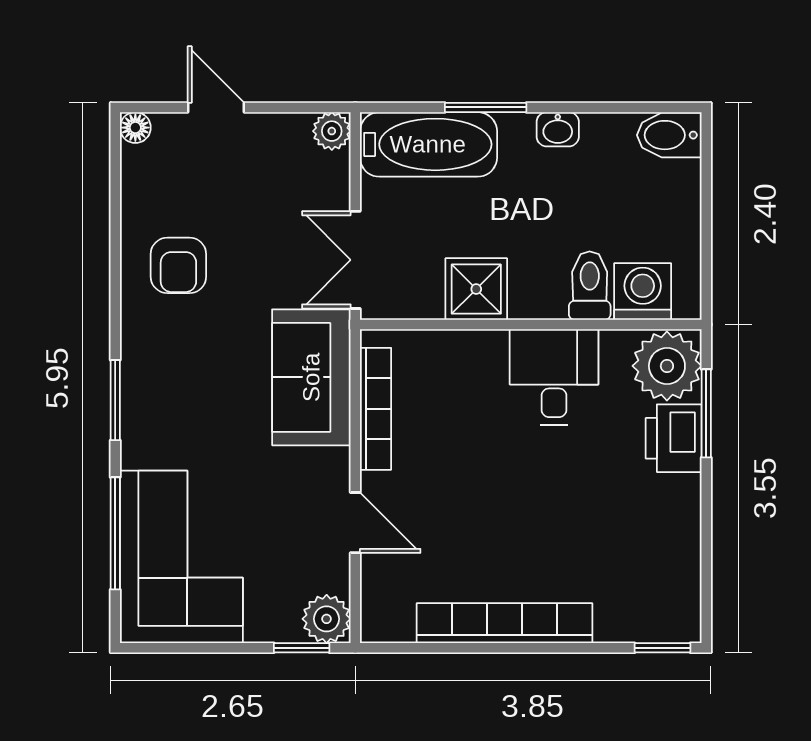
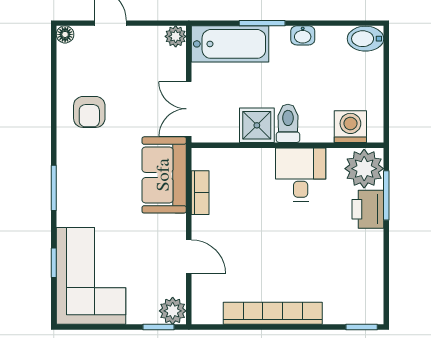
toilet: (590, 286) -> (288, 123), moved
bookcase: (376, 409) -> (200, 193), width x0.64
window: (115, 533) -> (54, 263), width x0.46

